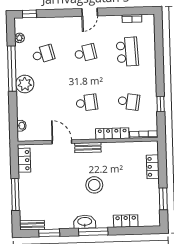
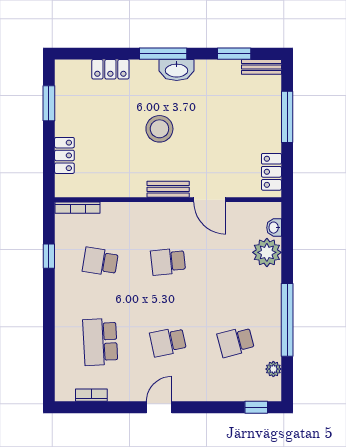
plant: (25, 84) -> (267, 252), moved
locker: (112, 134) -> (128, 211), removed

